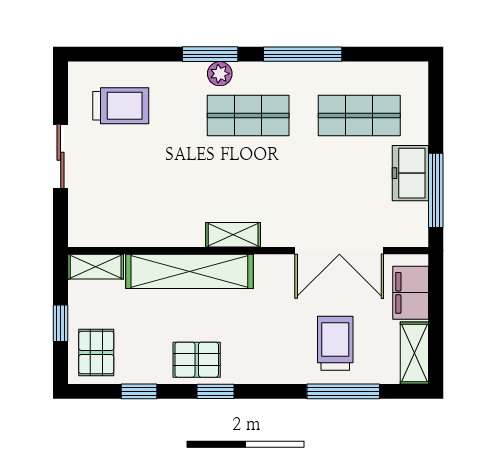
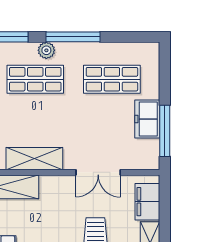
plant: (220, 74) -> (46, 50), moved
shelving: (233, 235) -> (34, 159), width x1.50, depth x1.33
double door: (339, 251) -> (98, 172), width x0.73

